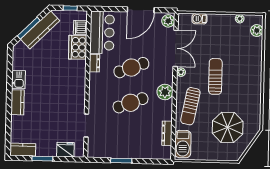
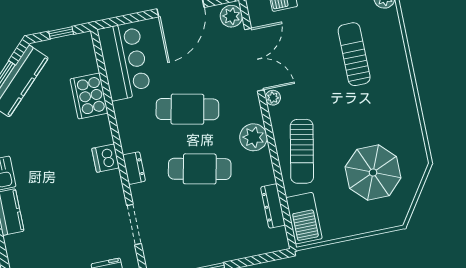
dishwasher: (80, 27) -> (106, 158), moved
dresser: (94, 63) -> (134, 168), moved
cafe table: (131, 68) -> (187, 109), turned 33
sun lounger: (215, 76) -> (354, 54), moved
cafe table: (131, 103) -> (200, 169), turned 33

